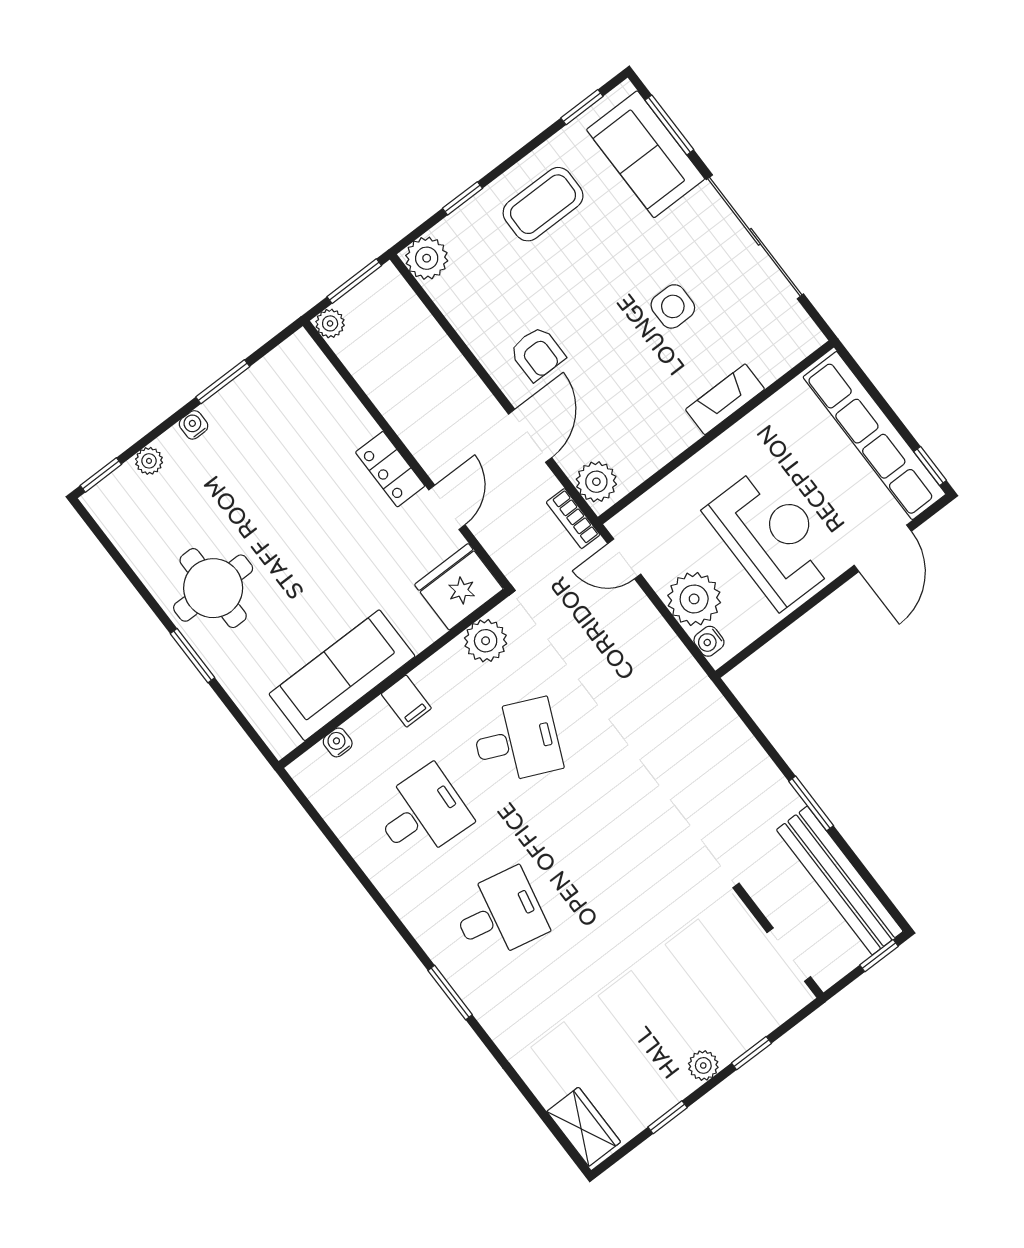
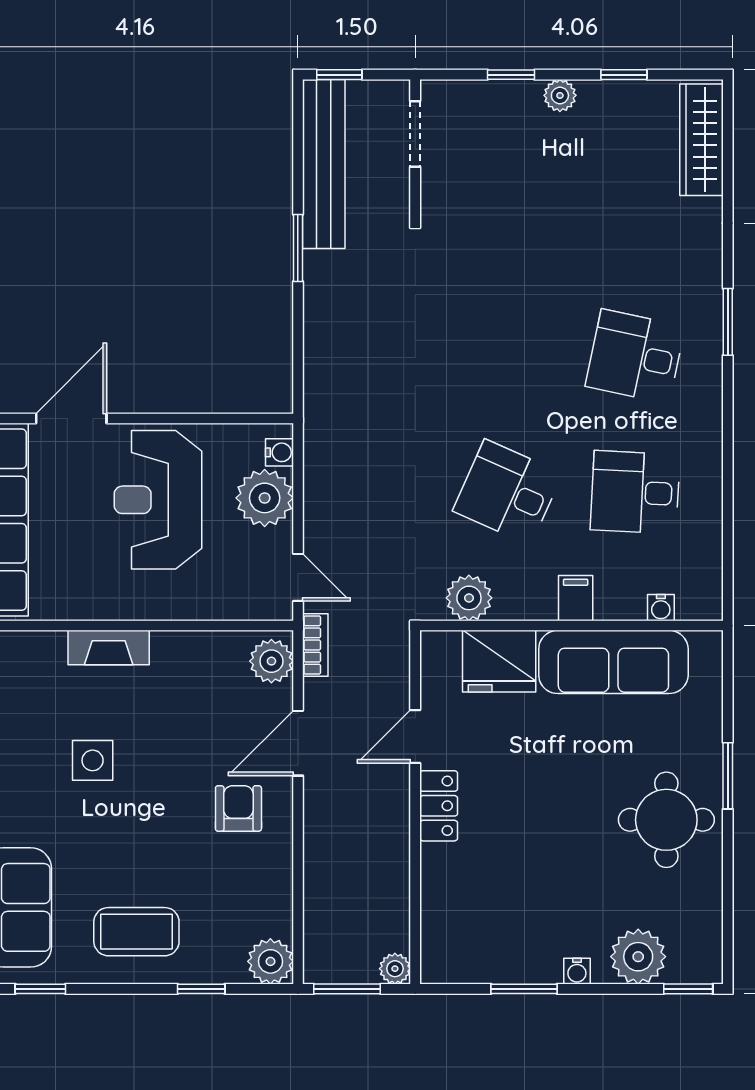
plant: (149, 461) -> (638, 957), width x1.87, depth x1.87
fridge: (459, 587) -> (499, 661), moved
wardrobe: (584, 1127) -> (701, 140), width x1.50

